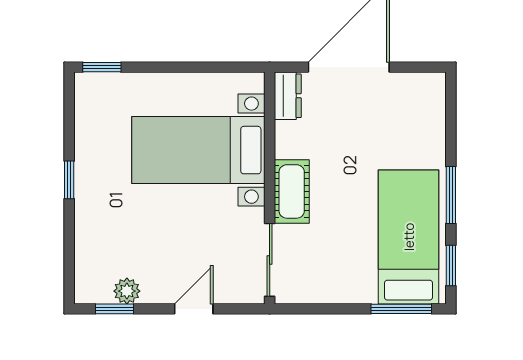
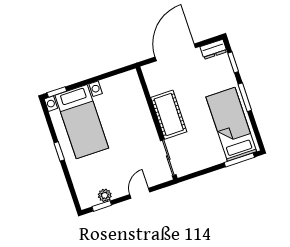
dresser: (288, 96) -> (213, 49), moved, turned 90
bed with nightstands: (198, 150) -> (82, 122), moved, turned -90
cot: (292, 191) -> (169, 115), width x1.37, depth x1.34
window: (451, 265) -> (233, 62), moved

